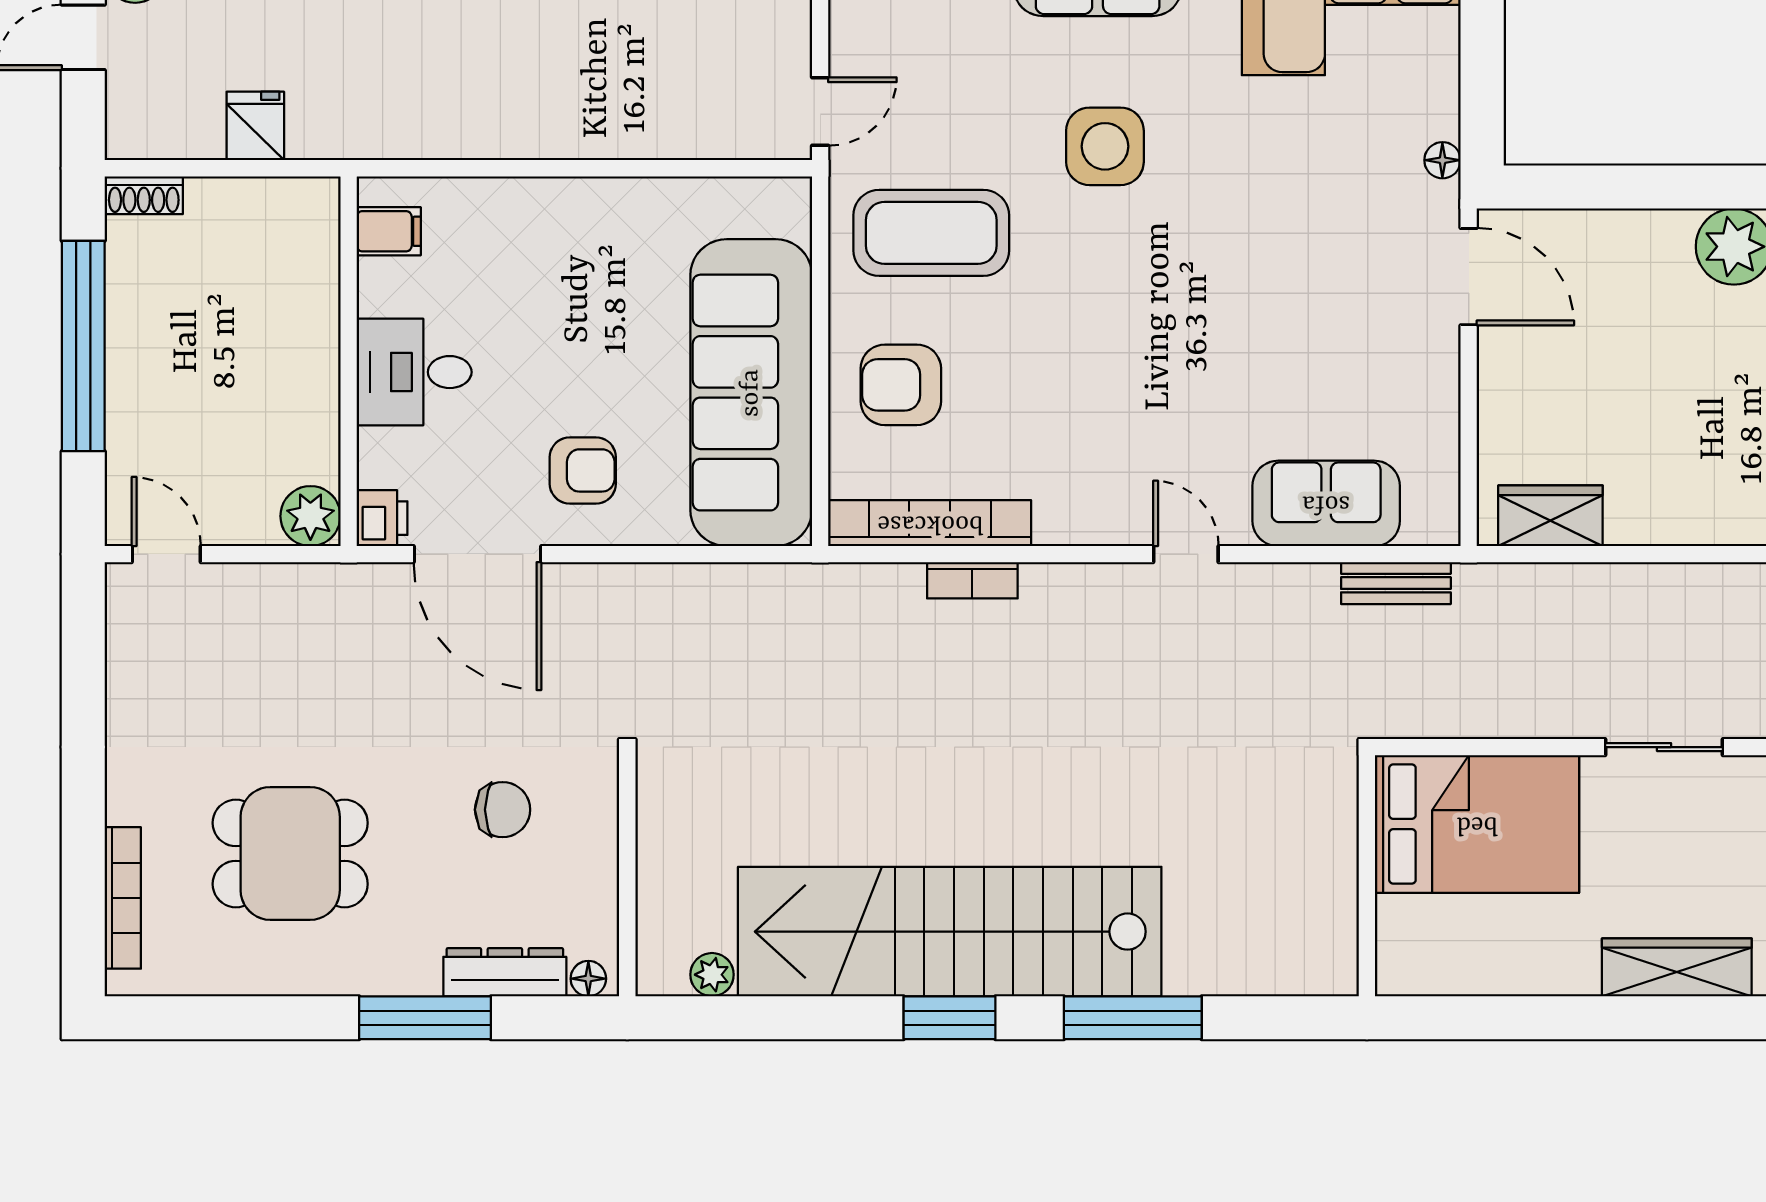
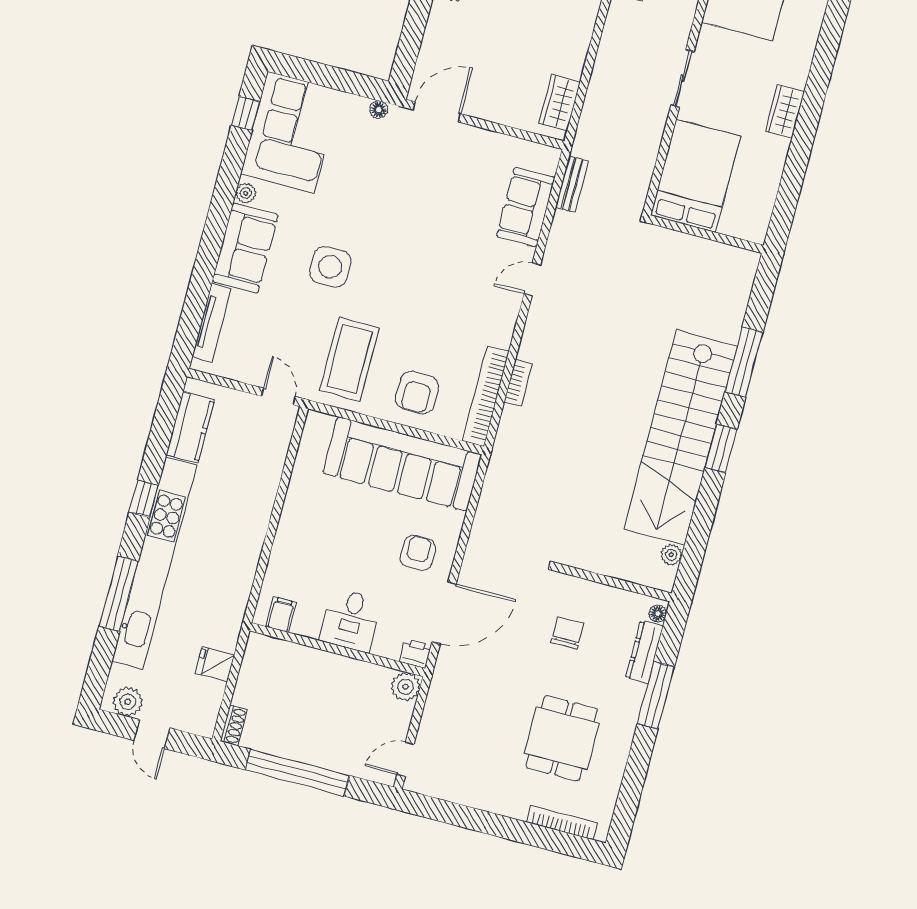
wardrobe: (1677, 967) -> (785, 111), width x0.67

